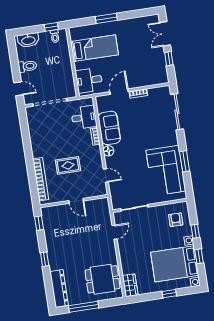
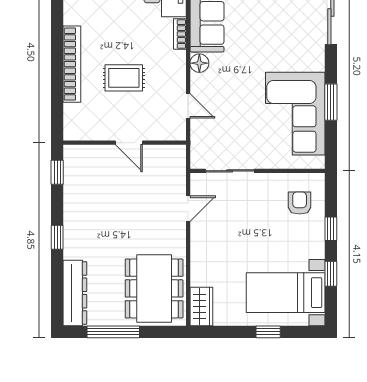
bookcase: (41, 179) -> (72, 64), moved
bed with nightstands: (175, 264) -> (286, 293), width x0.73
dining table: (102, 279) -> (154, 288), width x1.37

